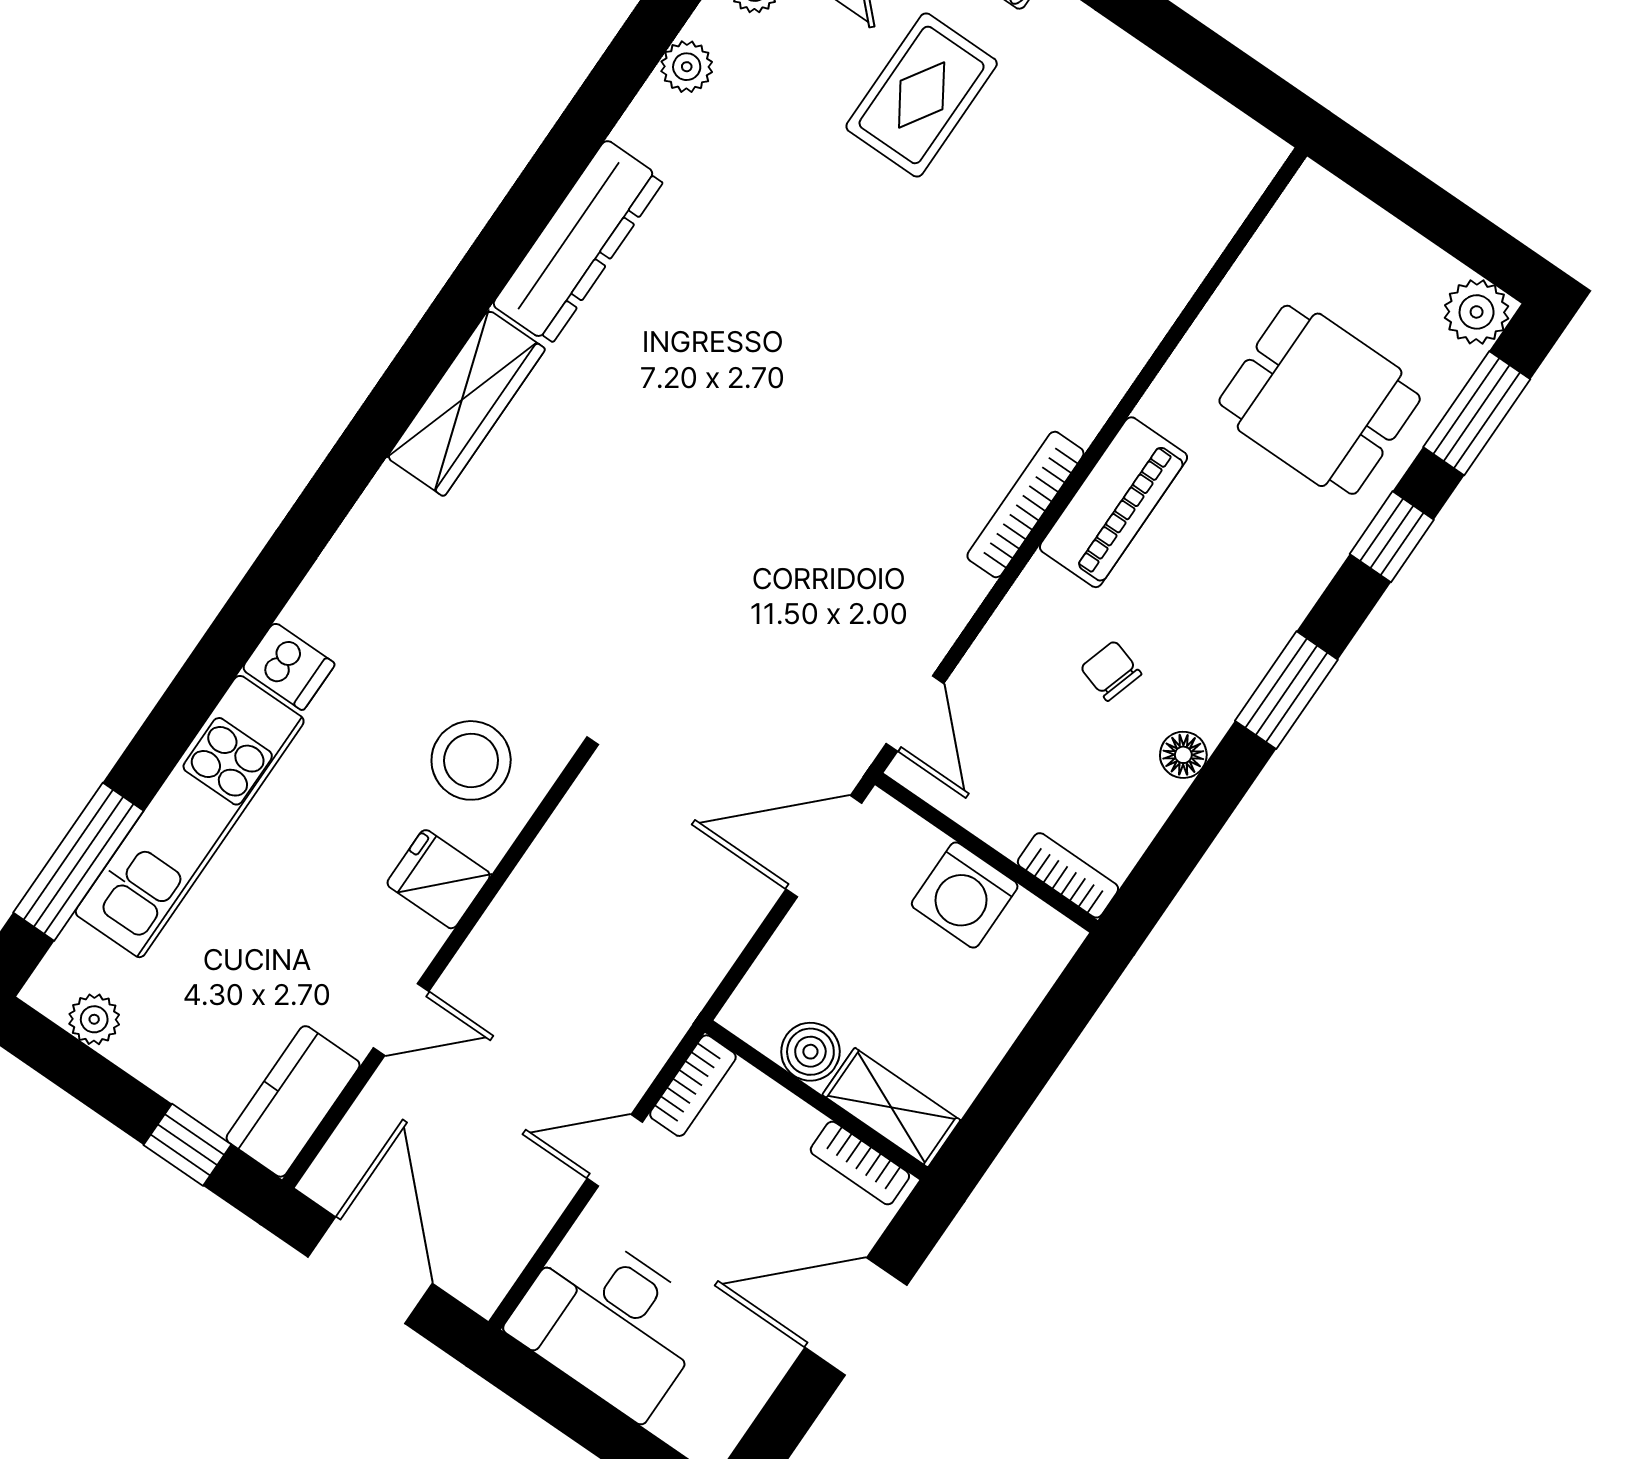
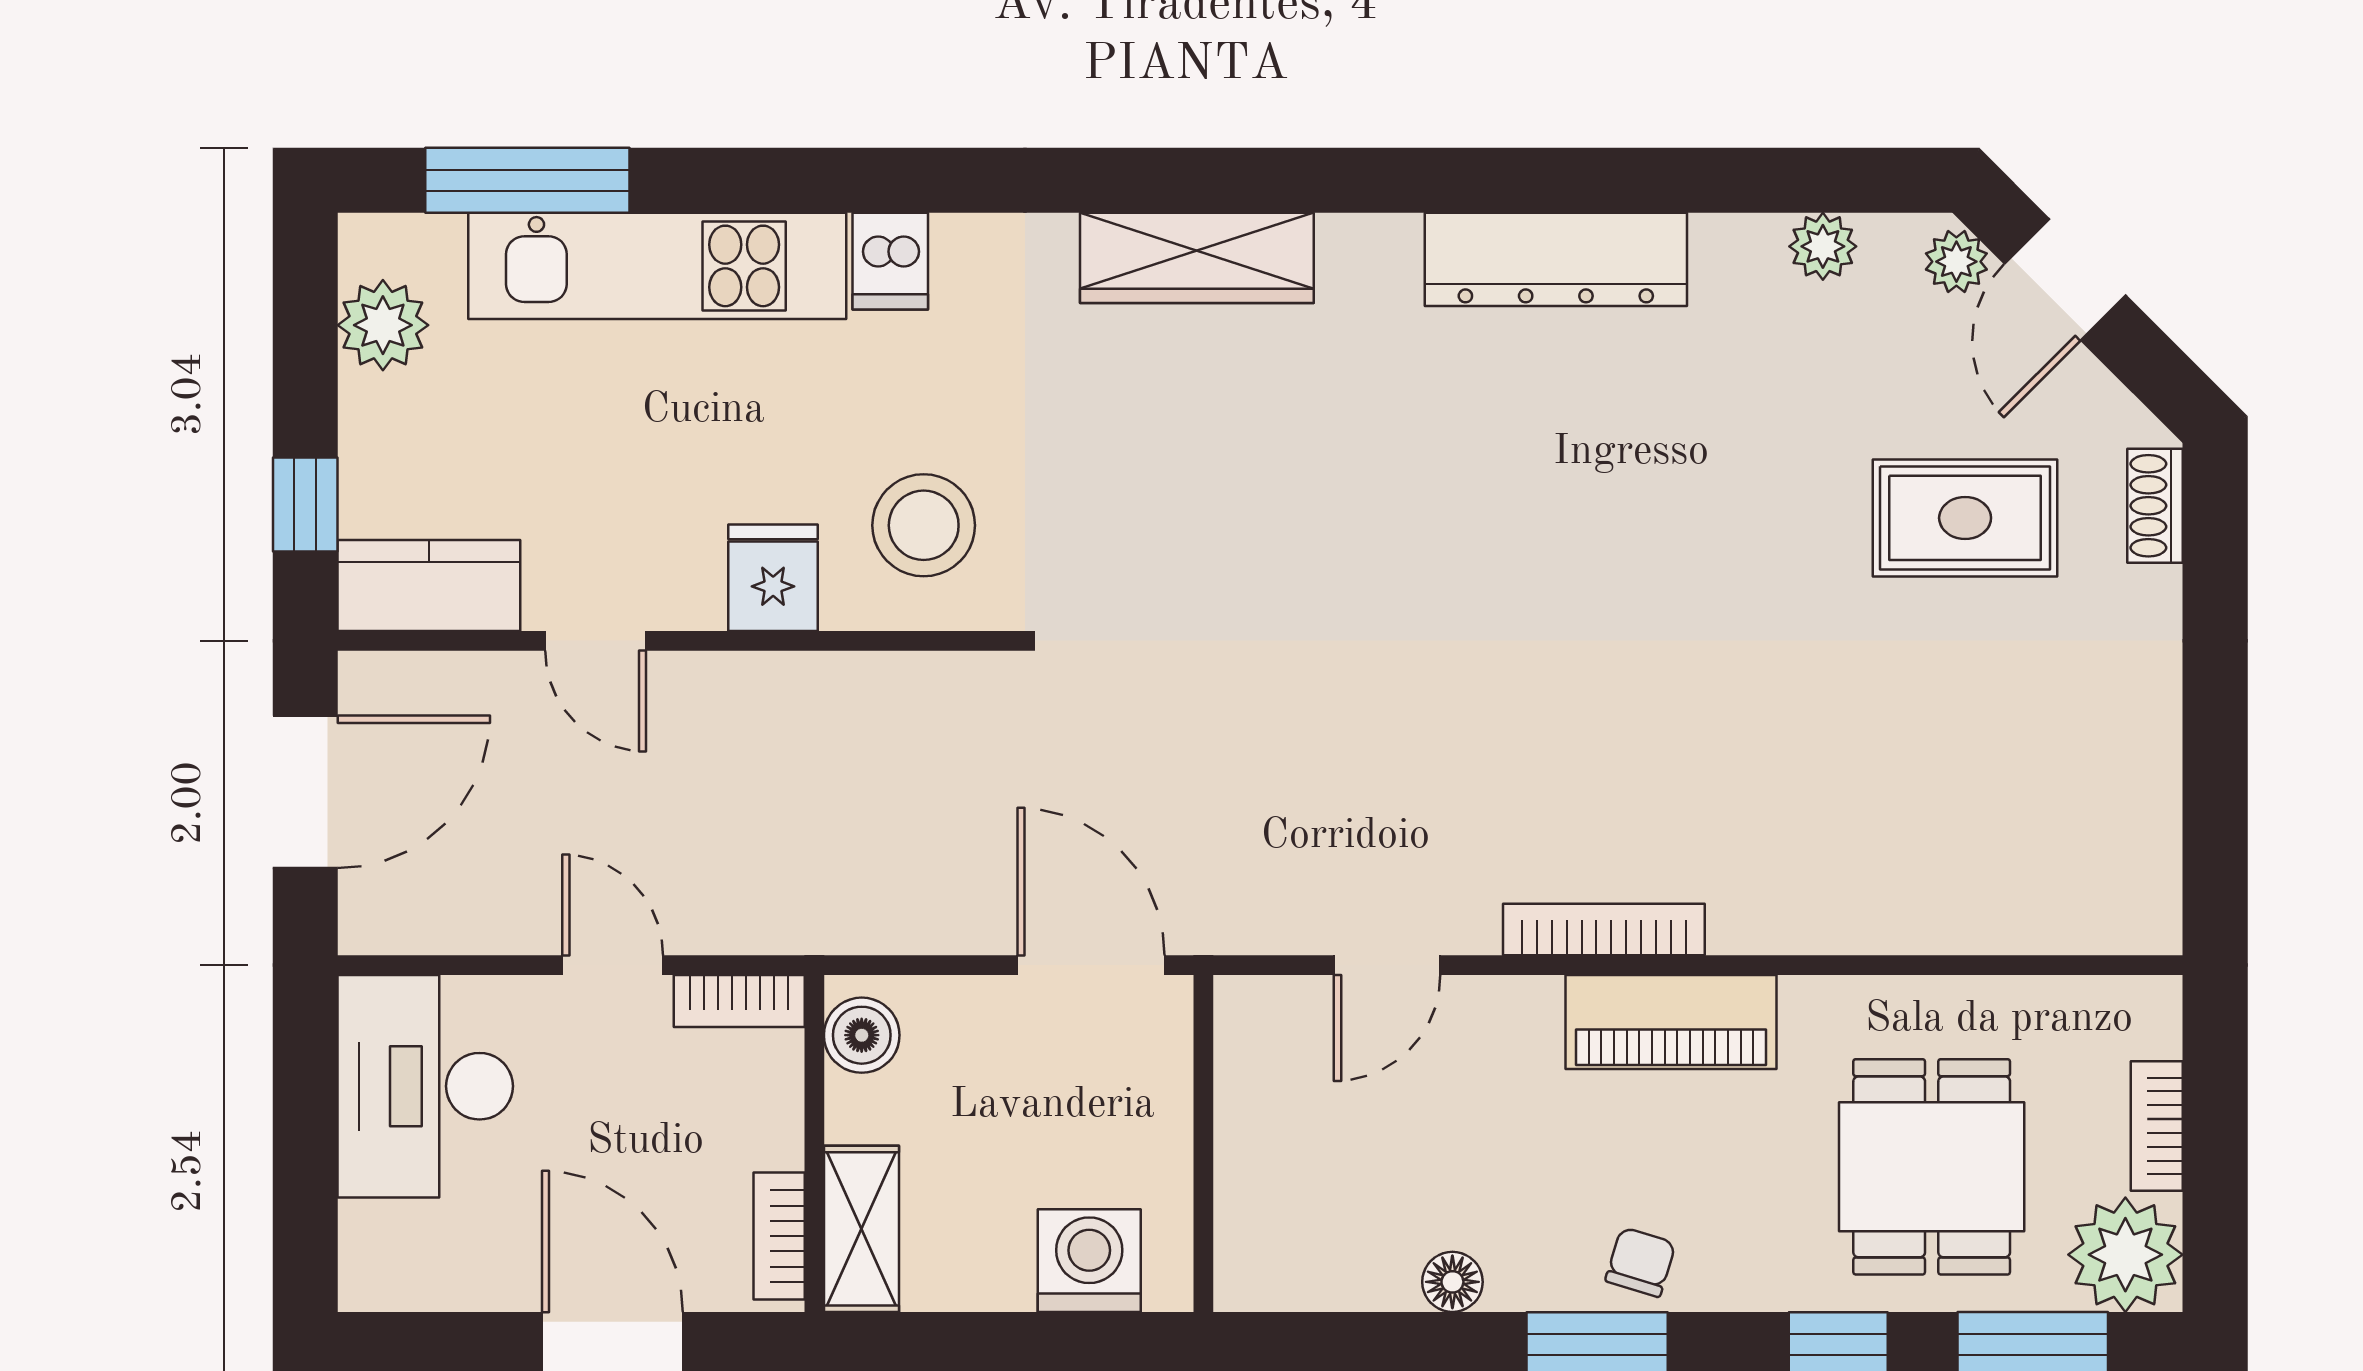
plant: (1477, 312) -> (2125, 1255), width x1.36, depth x1.36
wardrobe: (466, 403) -> (1197, 258), moved
chair: (1111, 671) -> (1640, 1262), moved
door: (915, 714) -> (1387, 965), moved
bookcase: (1068, 875) -> (2157, 1126), moved, turned 180
washing machine: (965, 895) -> (1089, 1261), moved, turned 90
plant: (94, 1019) -> (383, 325), width x1.38, depth x1.38
boiler: (810, 1052) -> (862, 1035), moved

